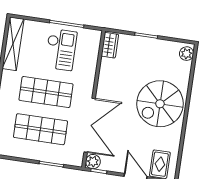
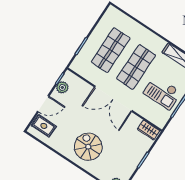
spiral stairs: (160, 104) -> (88, 147), width x0.73, depth x0.73
double door: (90, 125) -> (113, 99), moved
plant: (93, 162) -> (62, 87), moved

